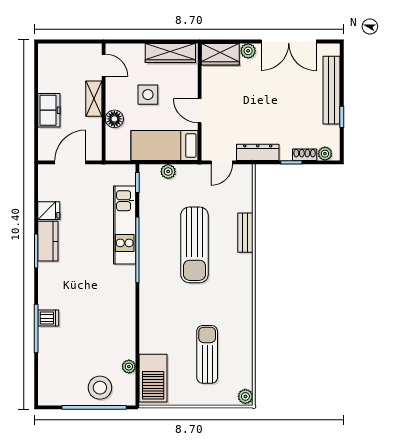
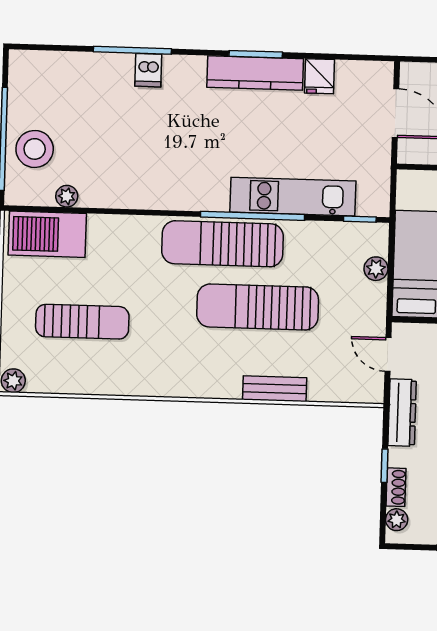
kitchen counter: (48, 241) -> (255, 73), width x1.50
sun lounger: (156, 268) -> (223, 244), added

